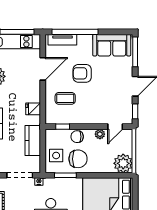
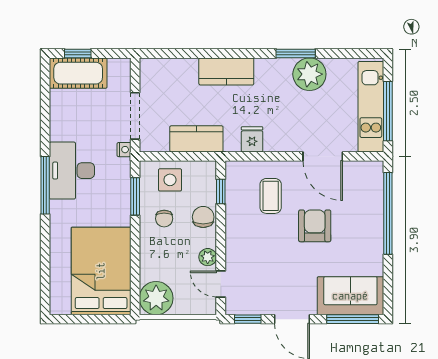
tv unit: (62, 40) -> (374, 191), removed
sofa: (112, 45) -> (350, 296), moved, turned 90
chair: (78, 159) -> (164, 219), width x0.54, depth x0.54

